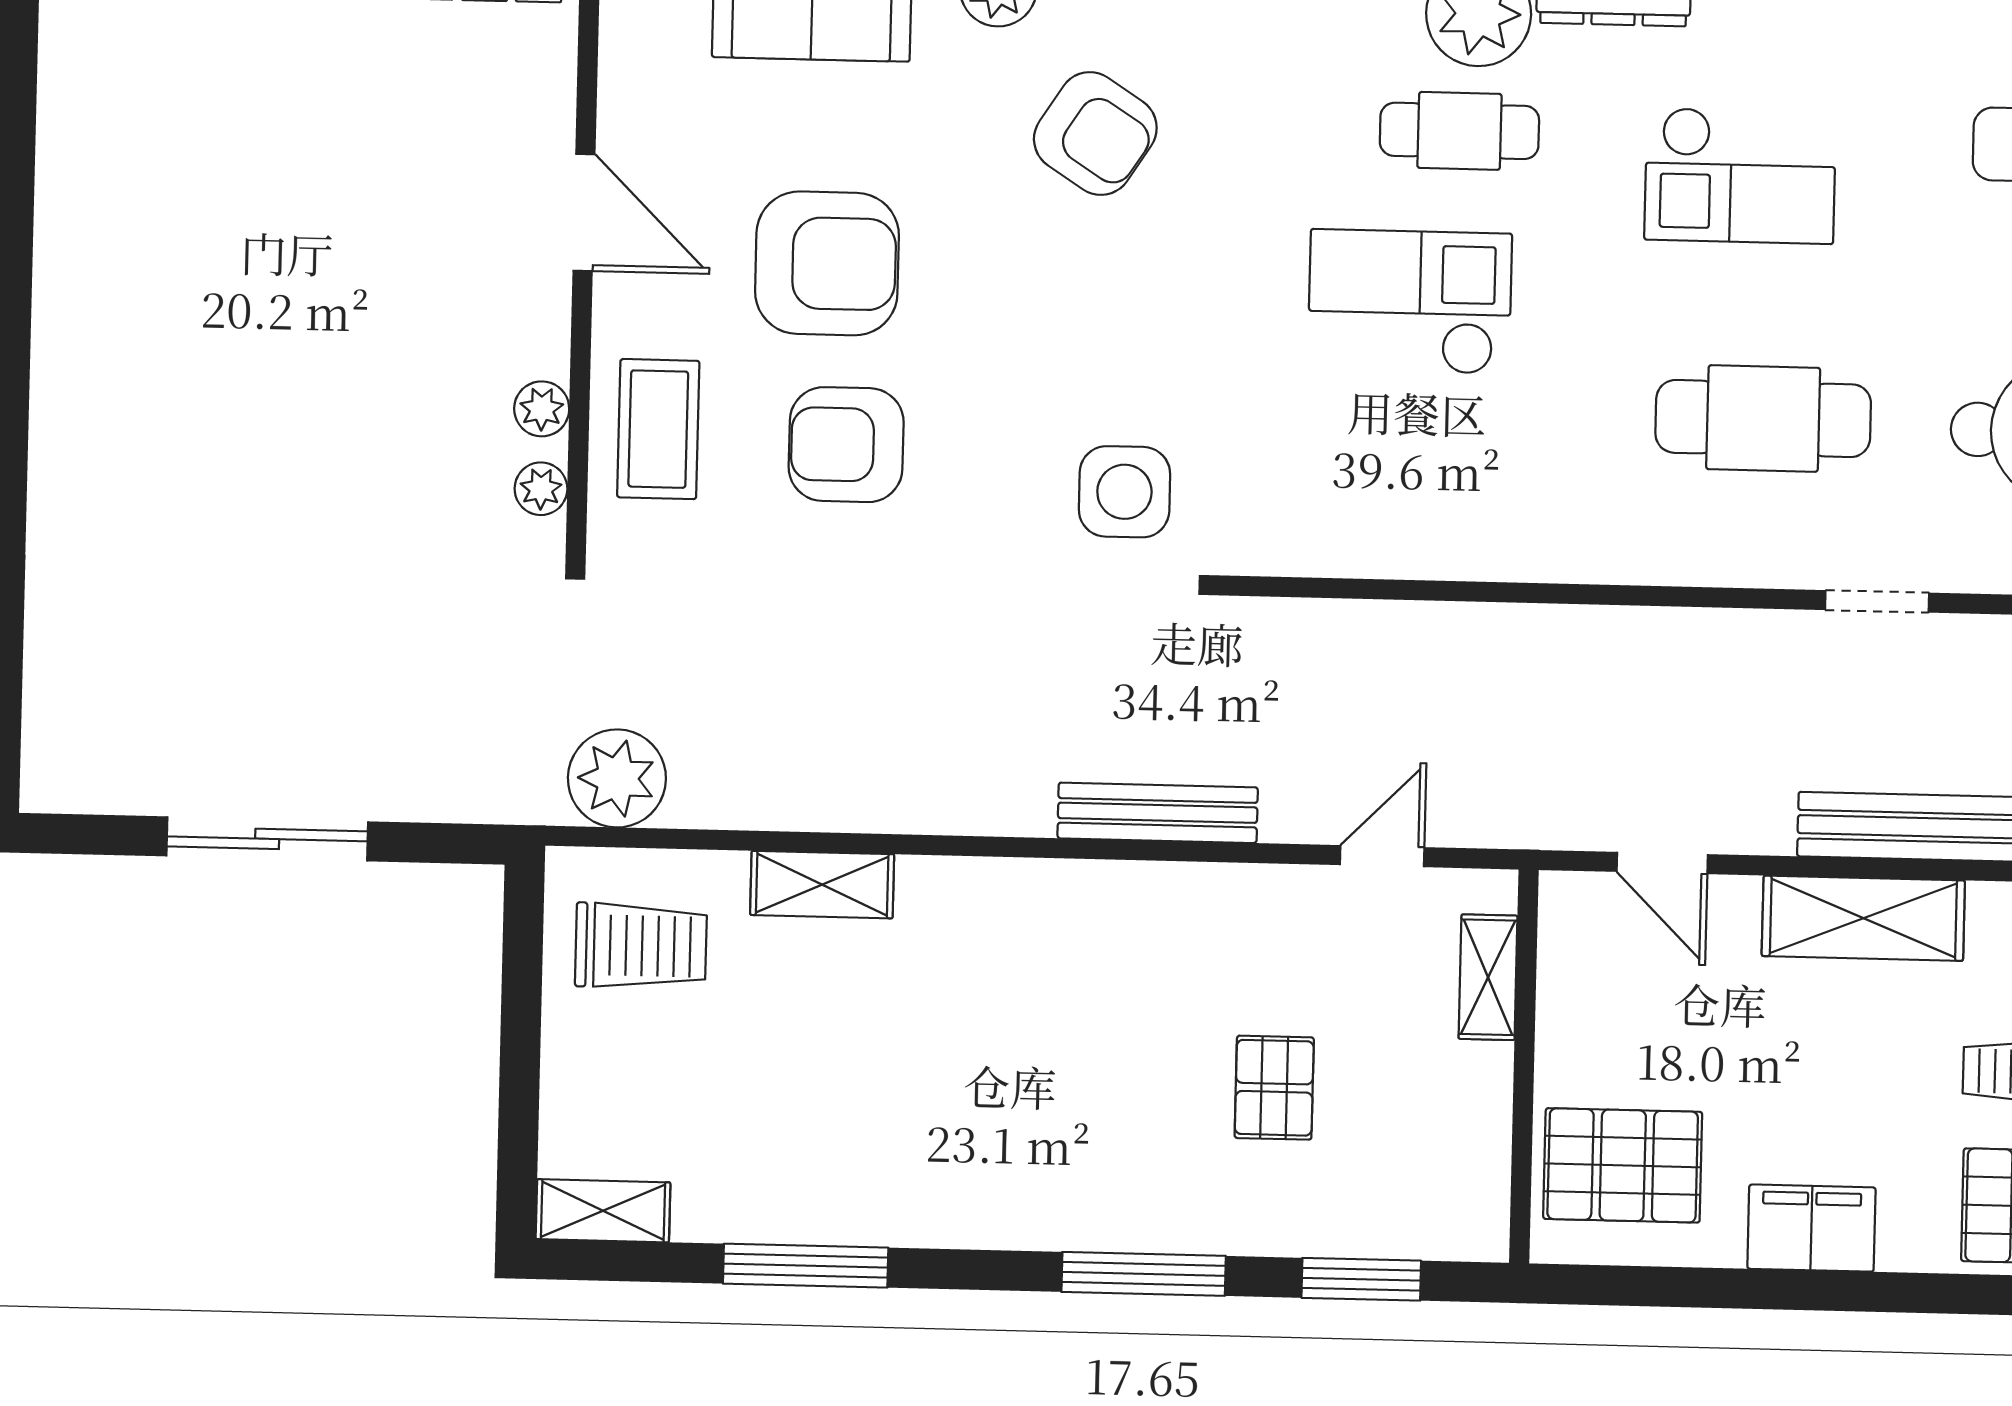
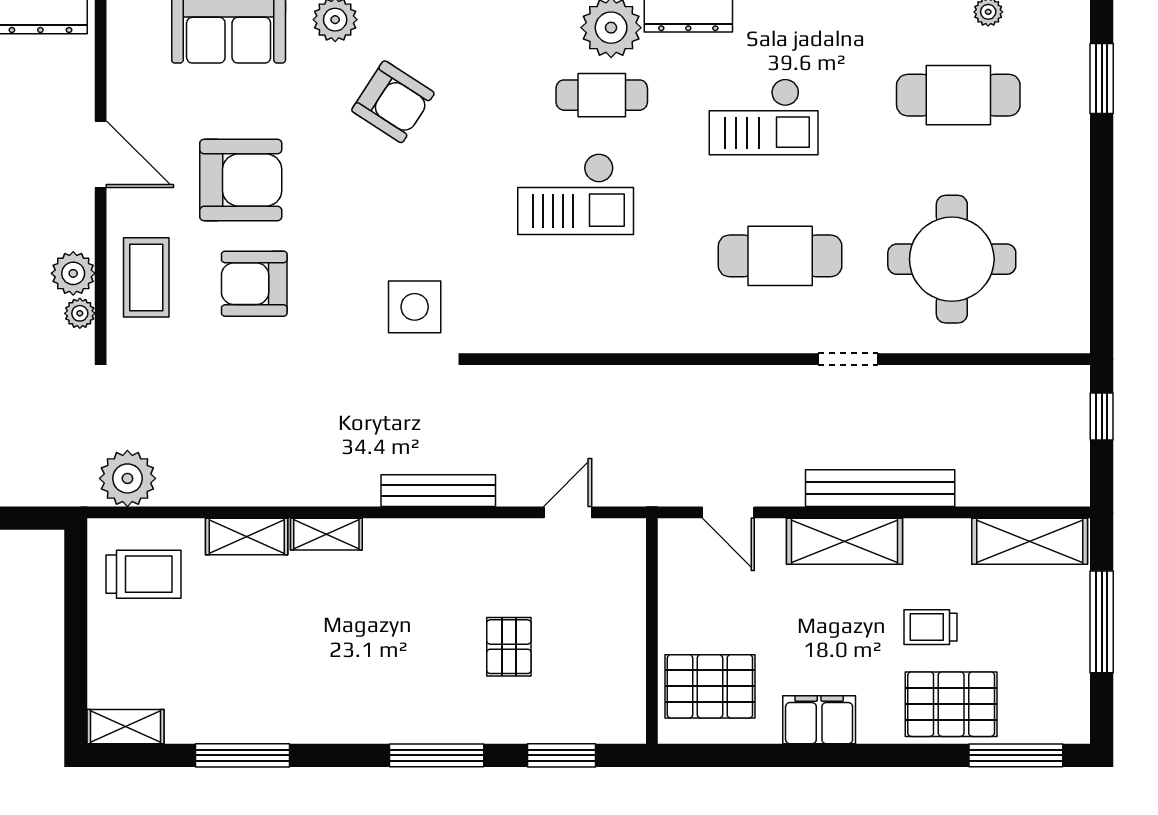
checkout: (1410, 302) -> (576, 194), turned 180
plant: (542, 409) -> (73, 273), width x1.38, depth x1.38
shelving: (1488, 977) -> (326, 534), moved, turned 90

